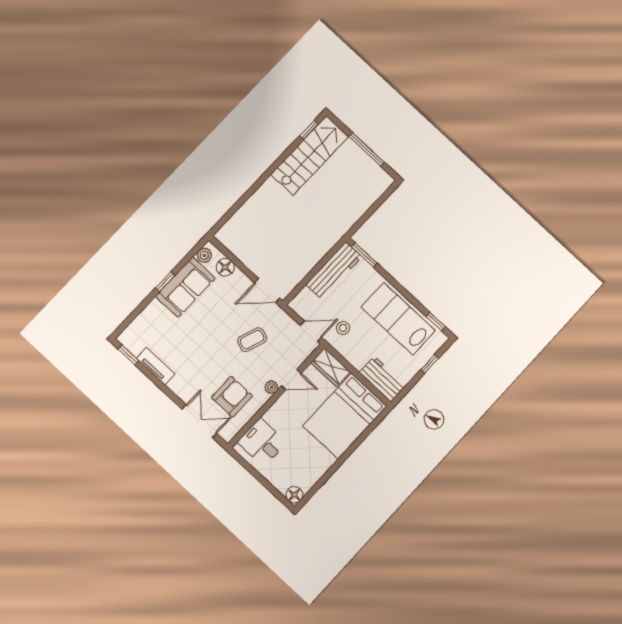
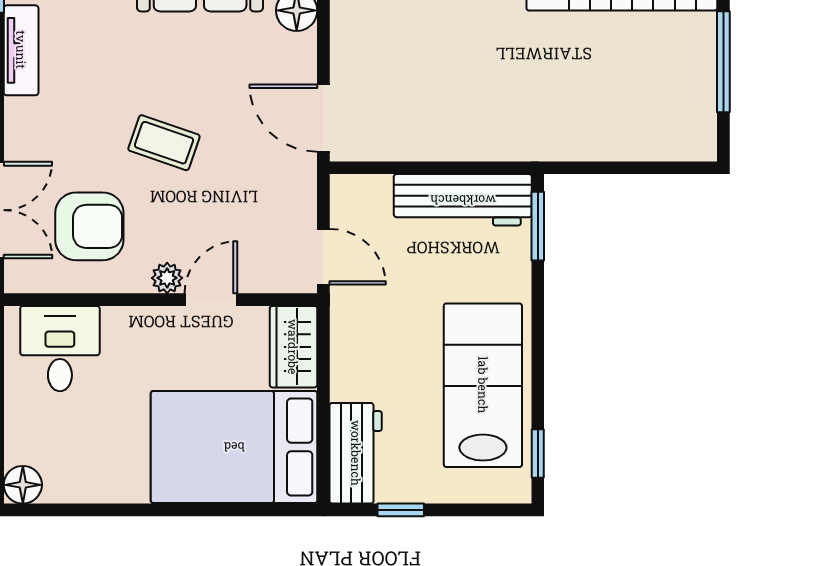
stool: (343, 328) -> (380, 306), removed
coffee table: (252, 340) -> (164, 143), moved
window: (430, 364) -> (401, 510), moved
door: (291, 380) -> (211, 300), swing flipped

